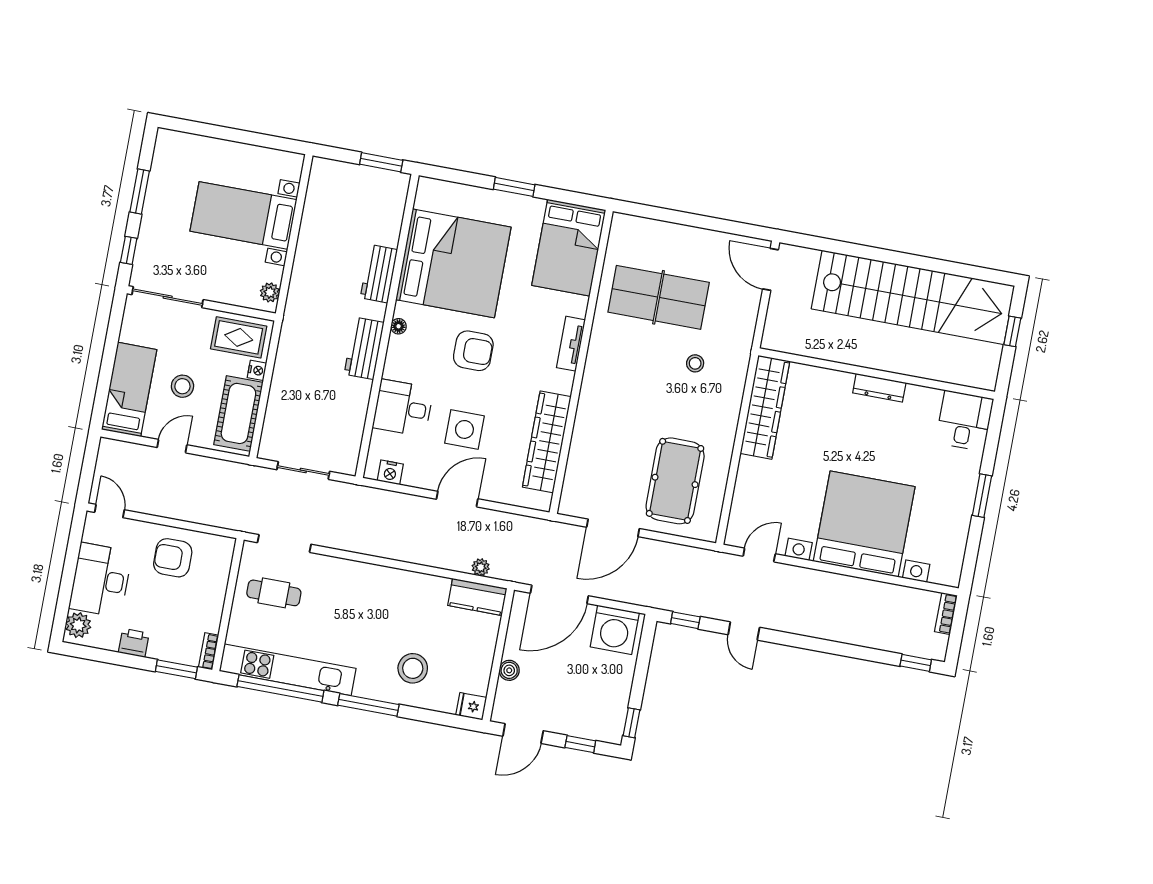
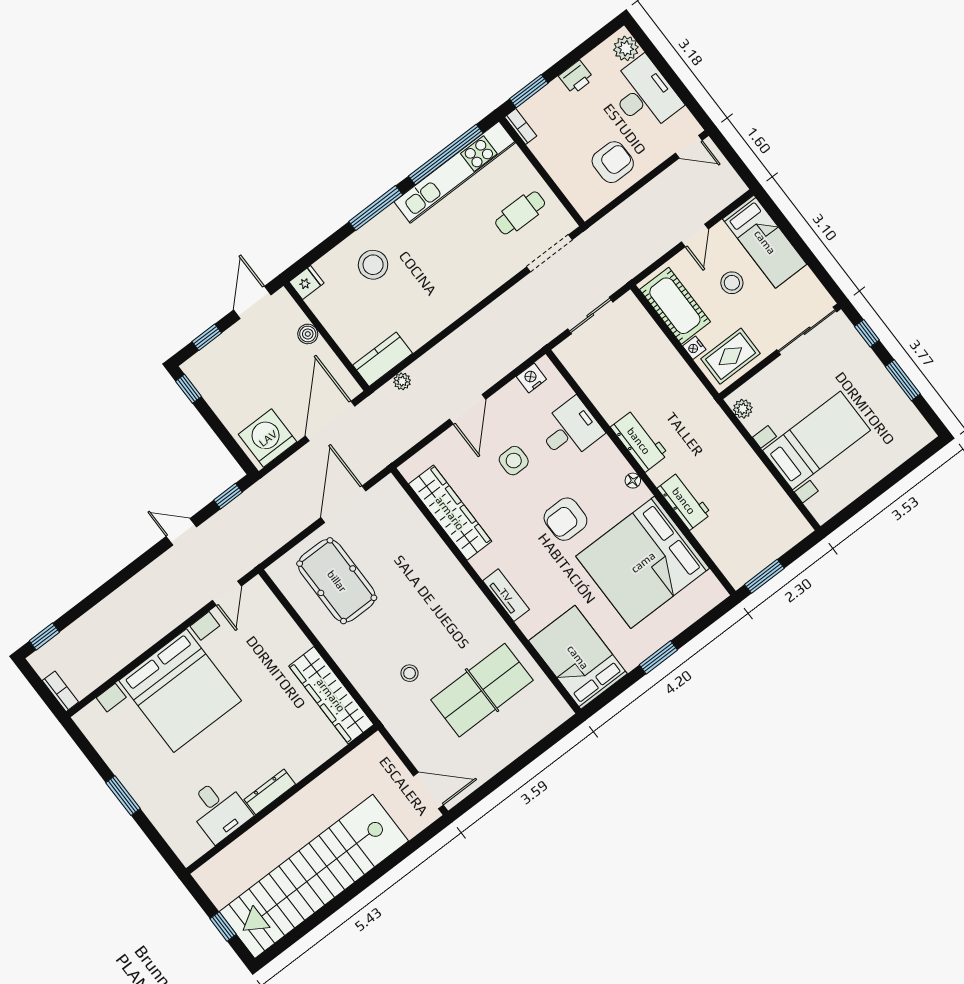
desk: (964, 421) -> (219, 810), moved
side table: (464, 429) -> (514, 461), width x0.73, depth x0.73

